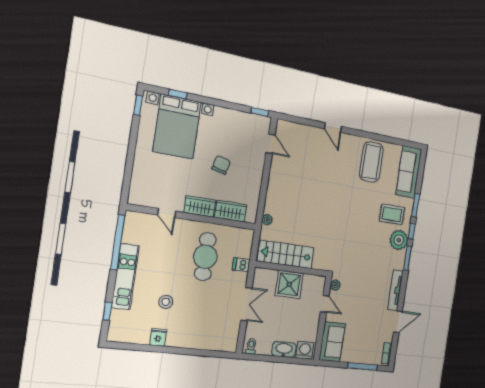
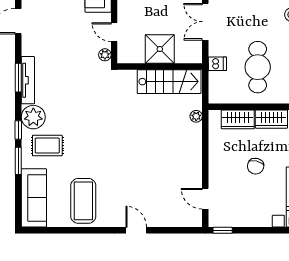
window: (408, 258) -> (18, 78), moved
tv unit: (395, 290) -> (28, 80), moved

